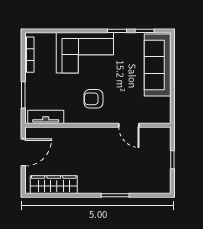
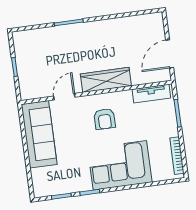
sofa: (158, 65) -> (39, 134), moved
armchair: (93, 99) -> (105, 119), turned 90
door: (129, 125) -> (64, 97), hinge flipped
wardrobe: (54, 185) -> (106, 80), moved, turned 180

